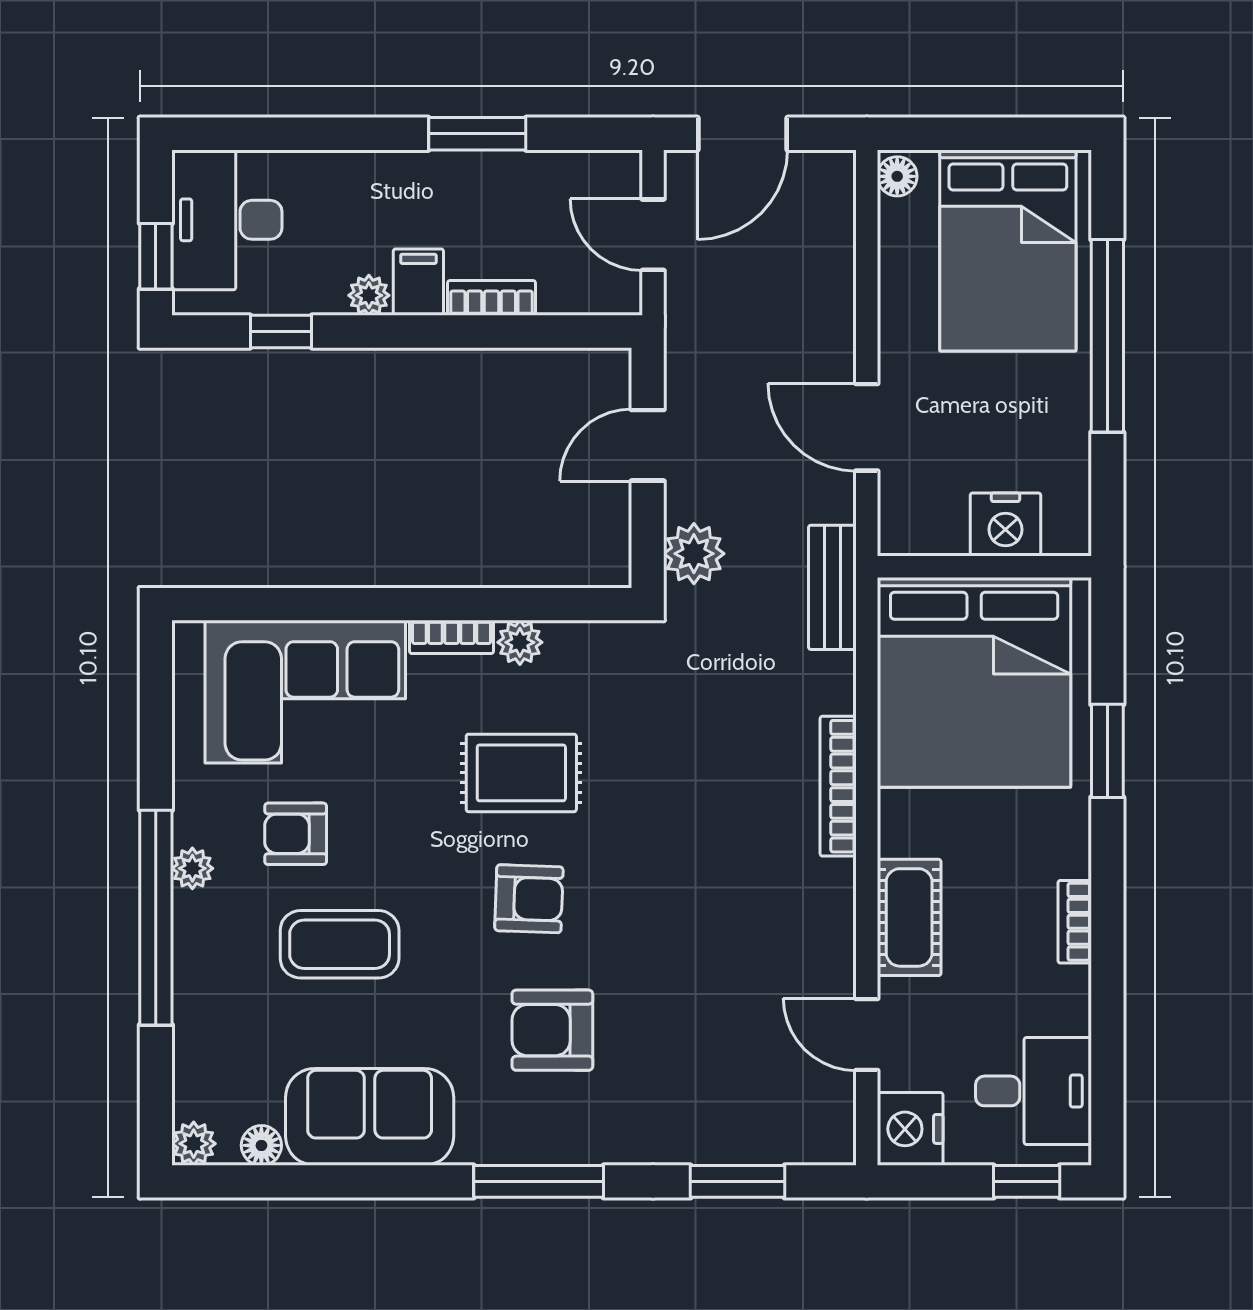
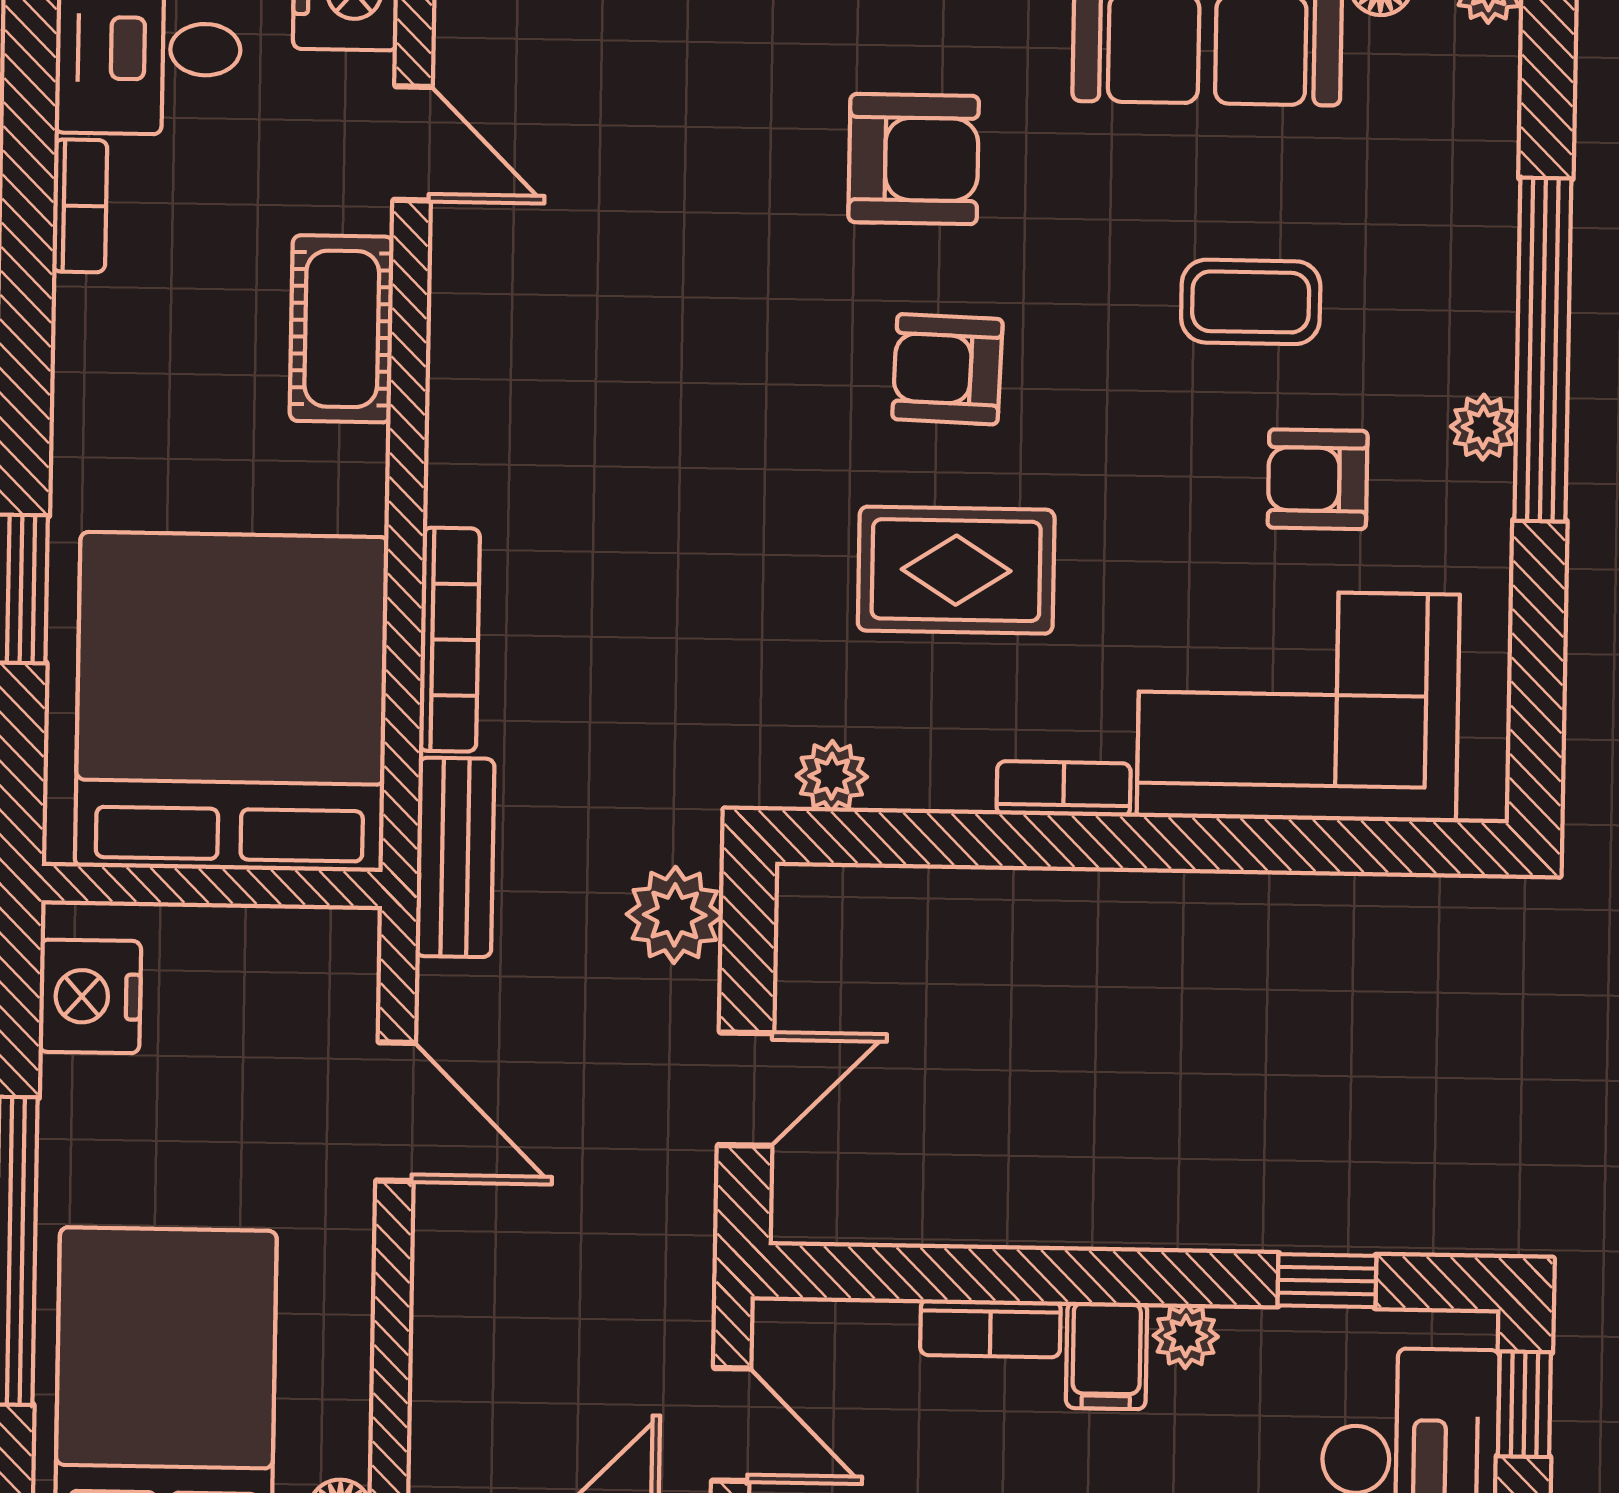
nightstand: (1006, 524) -> (90, 996), moved, turned -90
plant: (520, 642) -> (832, 776), moved
bookcase: (838, 786) -> (449, 640), moved
armchair: (296, 834) -> (1318, 479), turned 180
bookcase: (1075, 922) -> (80, 206), moved
coffee table: (340, 944) -> (1251, 302), width x0.73, depth x0.77

